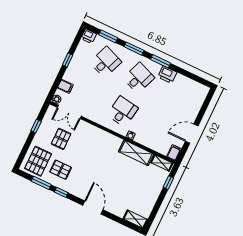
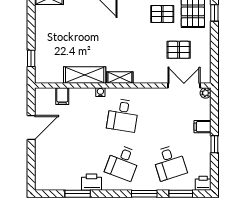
window: (161, 61) -> (78, 194), moved
desk: (106, 62) -> (169, 163), turned -39
filing cabinet: (65, 86) -> (203, 127), moved
window: (36, 126) -> (214, 13), moved
pallet: (61, 139) -> (179, 50), turned 90
filing cabinet: (174, 153) -> (62, 96), moved
shelving: (162, 163) -> (120, 77), moved

